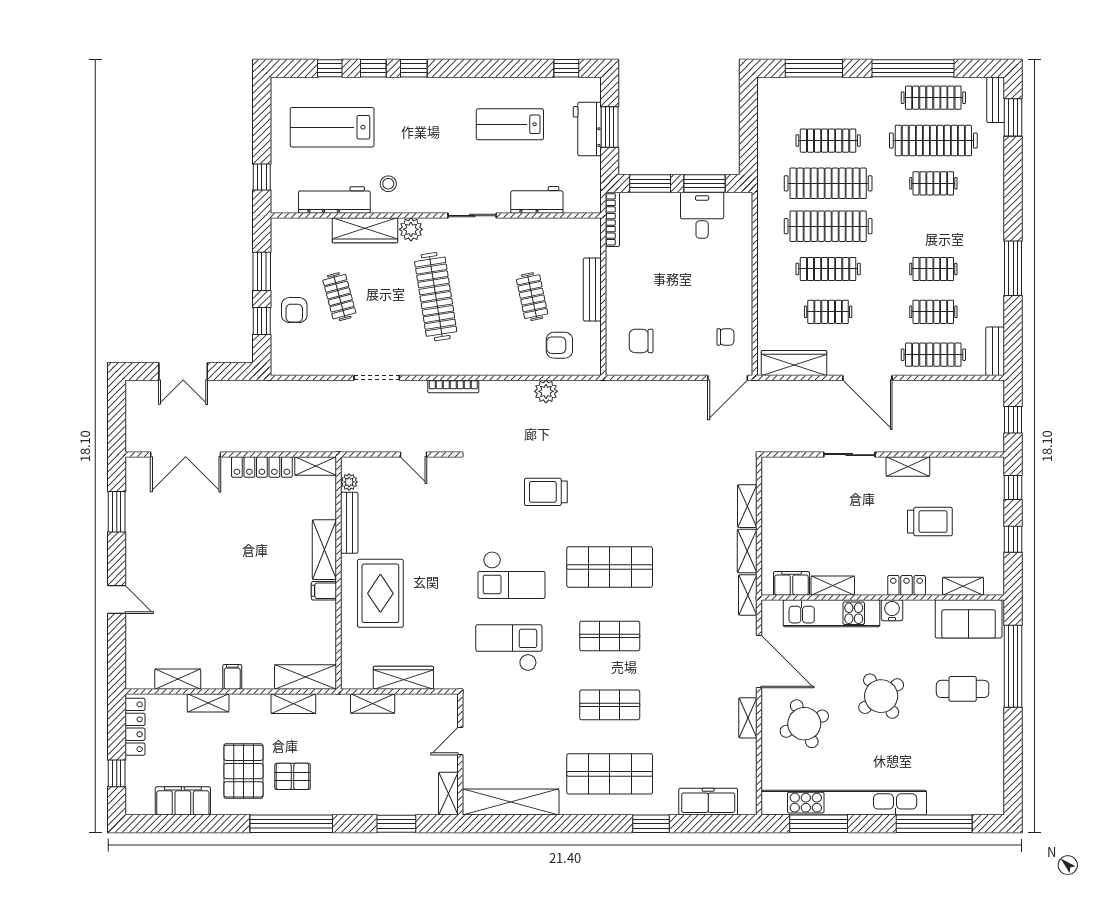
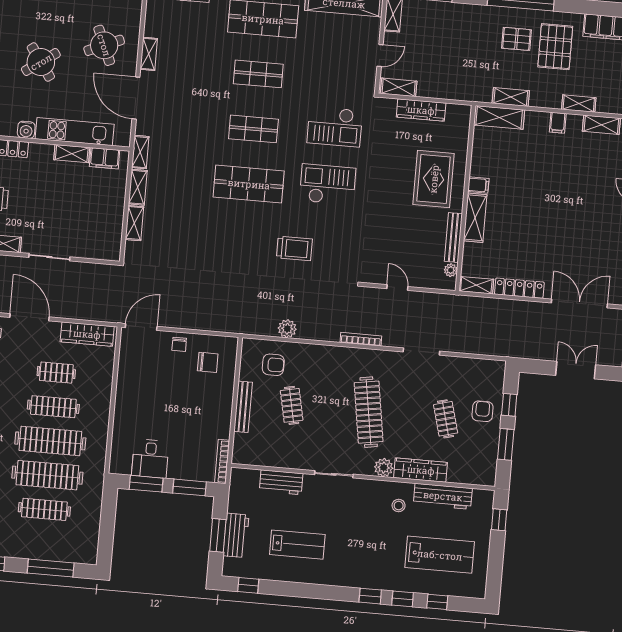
chair: (725, 337) -> (179, 344), moved, turned -90
shelving: (373, 703) -> (399, 87), moved

